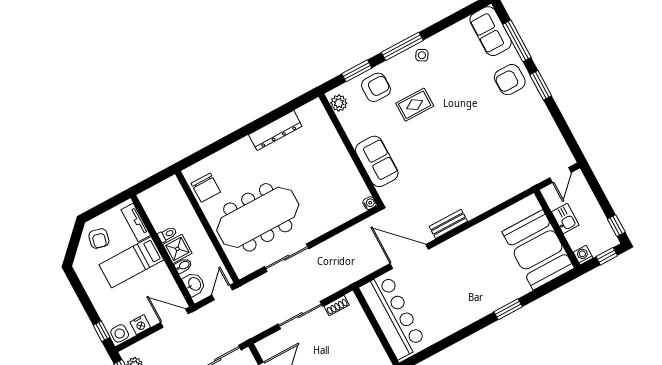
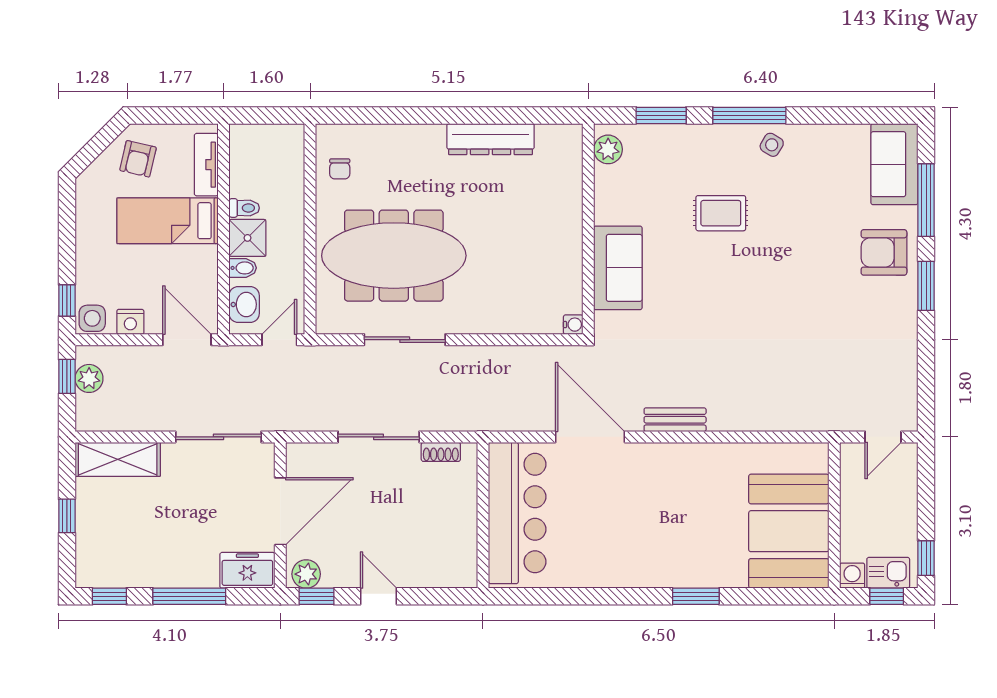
armchair: (376, 87) -> (677, 156), removed
chair: (206, 188) -> (340, 169), width x0.54, depth x0.54
kitchen sink: (565, 218) -> (888, 573), moved, turned -90

